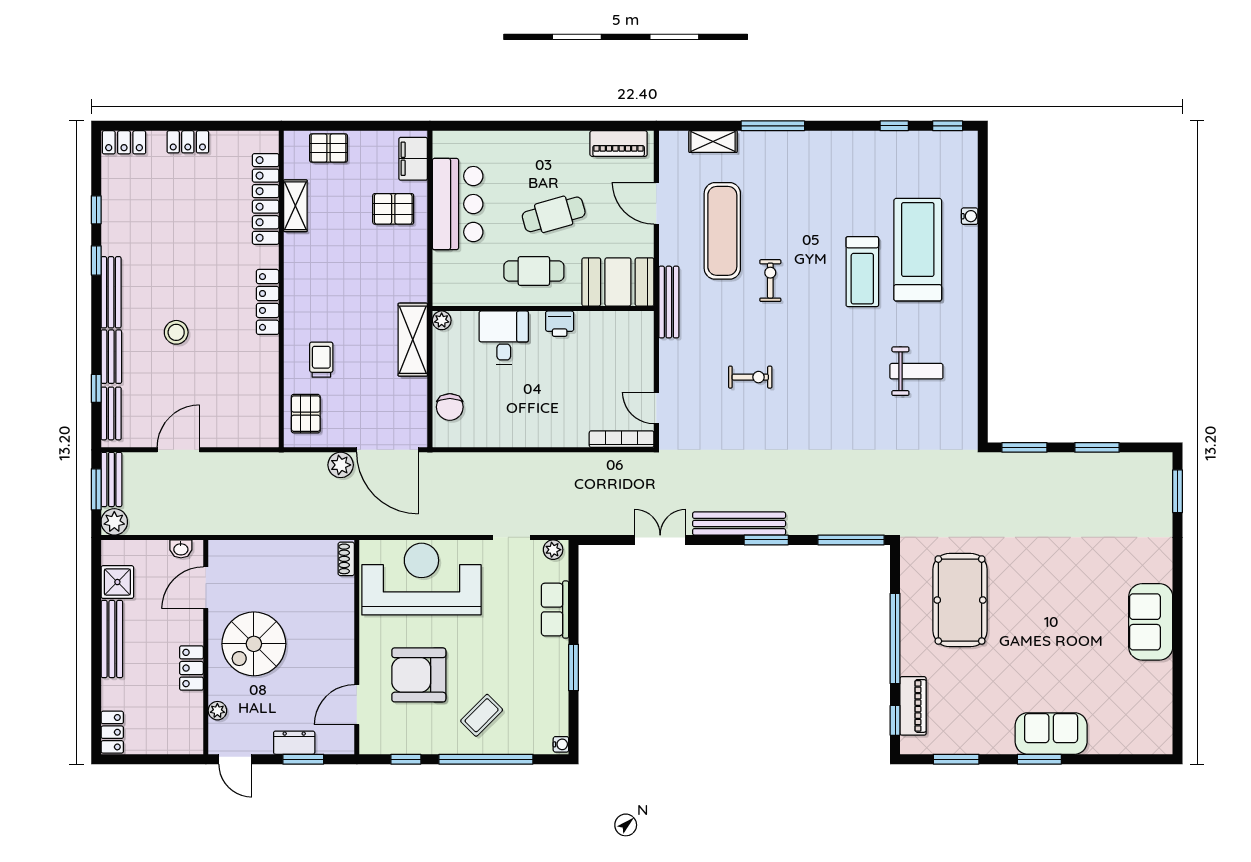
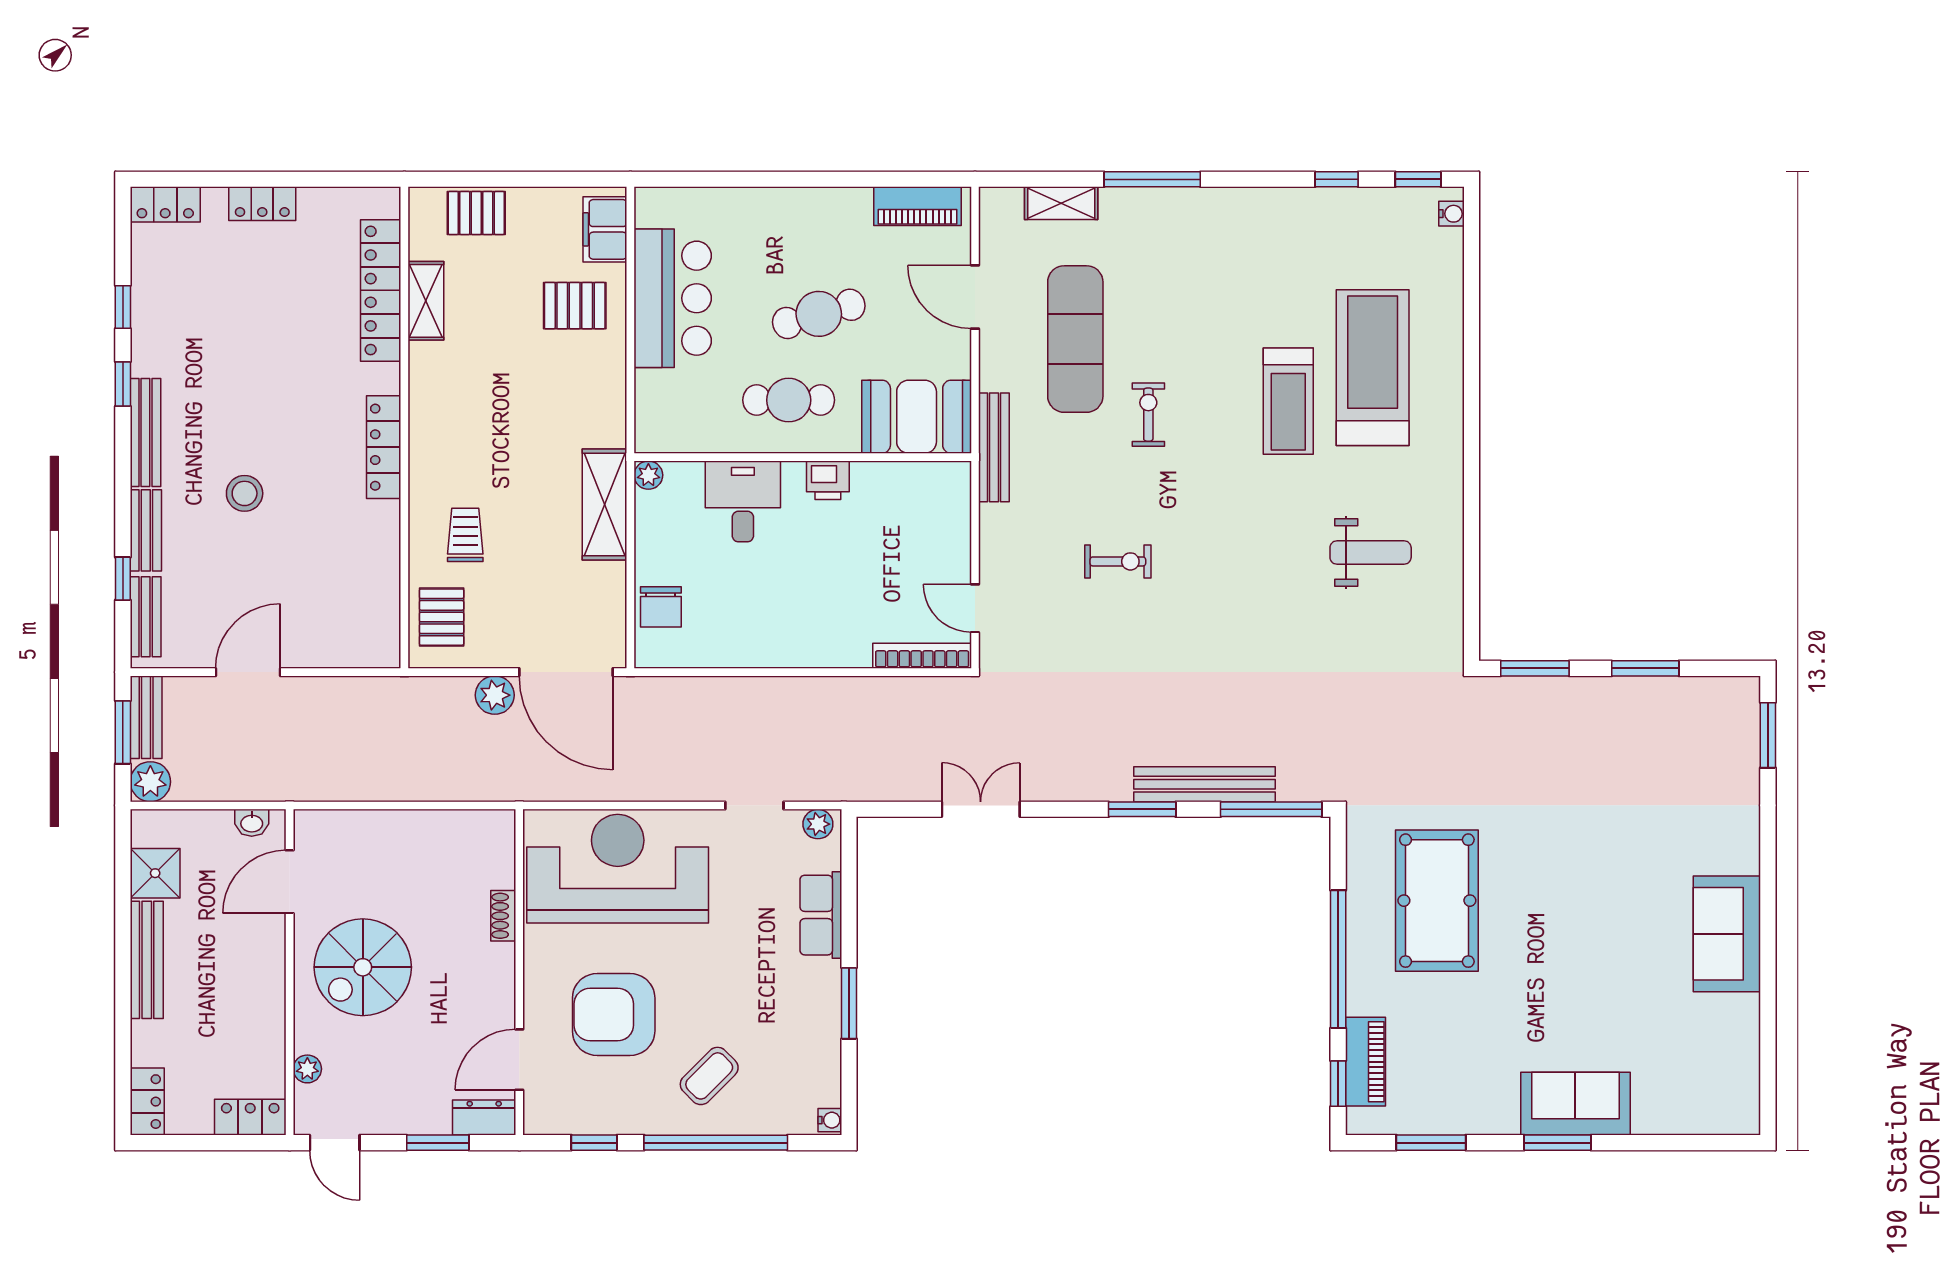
water cooler: (970, 216) -> (1452, 214), moved
bench: (739, 524) -> (1205, 784), moved
shoe rack: (346, 559) -> (503, 916), moved
locker: (191, 668) -> (250, 1117), moved, turned 90
dresser: (294, 743) -> (484, 1118), moved

